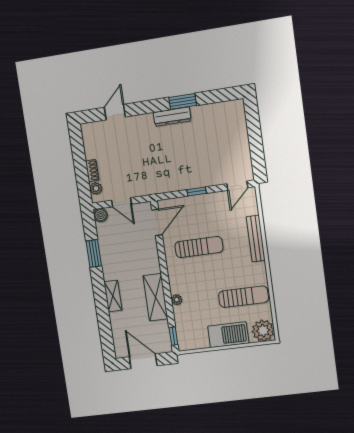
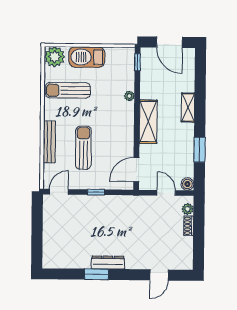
sun lounger: (199, 247) -> (83, 148), moved, turned 90
shelving: (155, 297) -> (148, 122), moved

